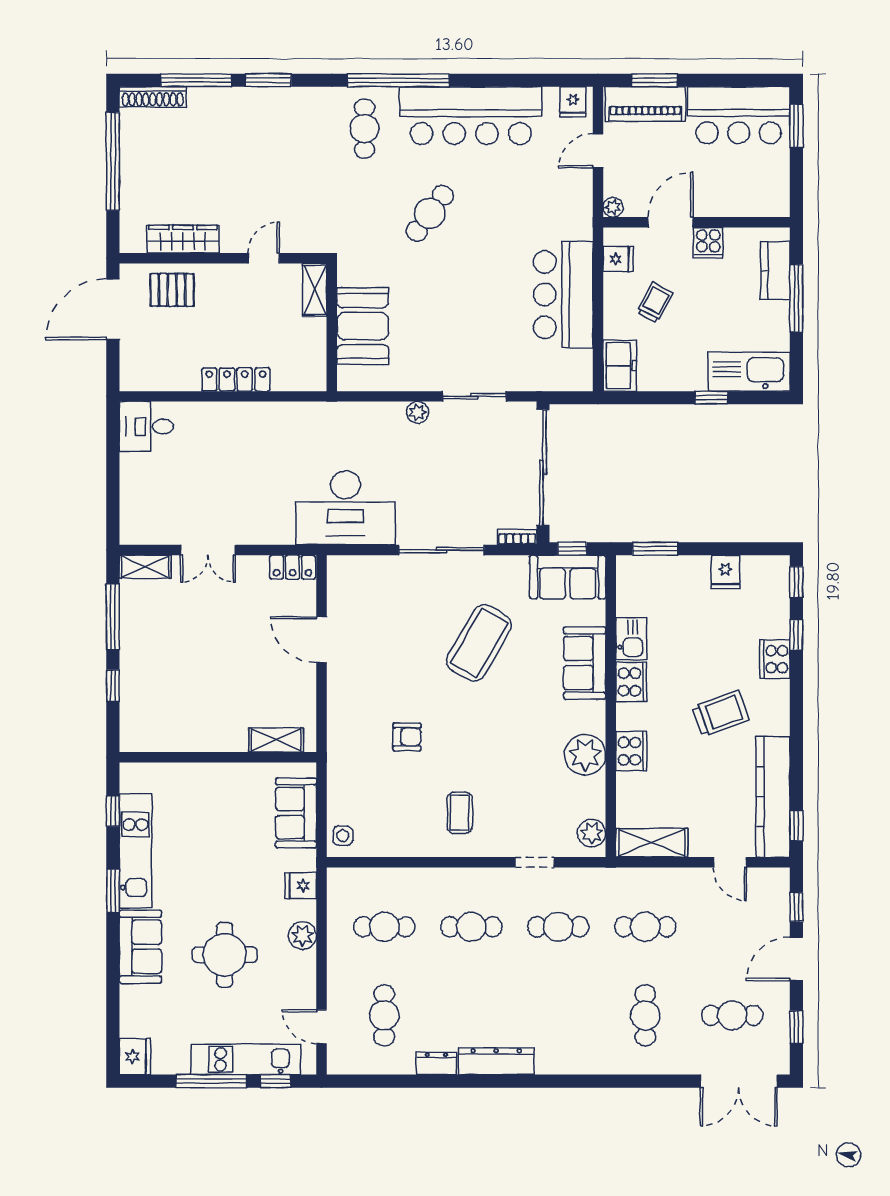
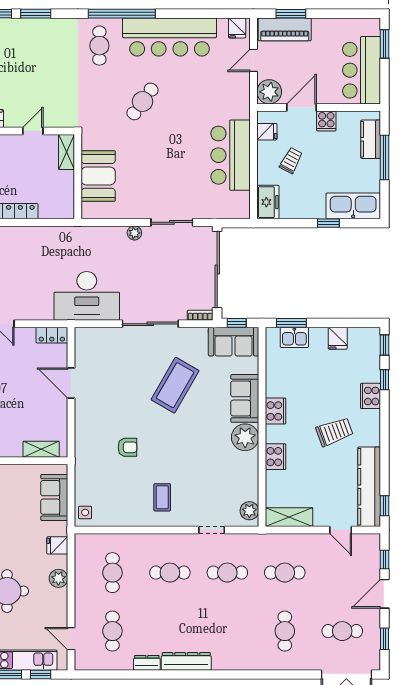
bar counter: (739, 115) -> (361, 70), moved, turned 90
plant: (613, 207) -> (269, 92), width x1.88, depth x1.88
kitchen sink: (631, 639) -> (294, 337), moved, turned 90
plant: (585, 755) -> (245, 437), moved
cafe table: (384, 927) -> (112, 573), turned 90

